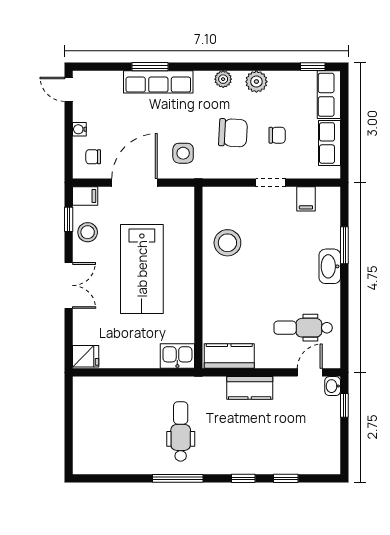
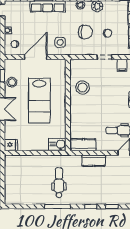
filing cabinet: (85, 196) -> (11, 64), removed

